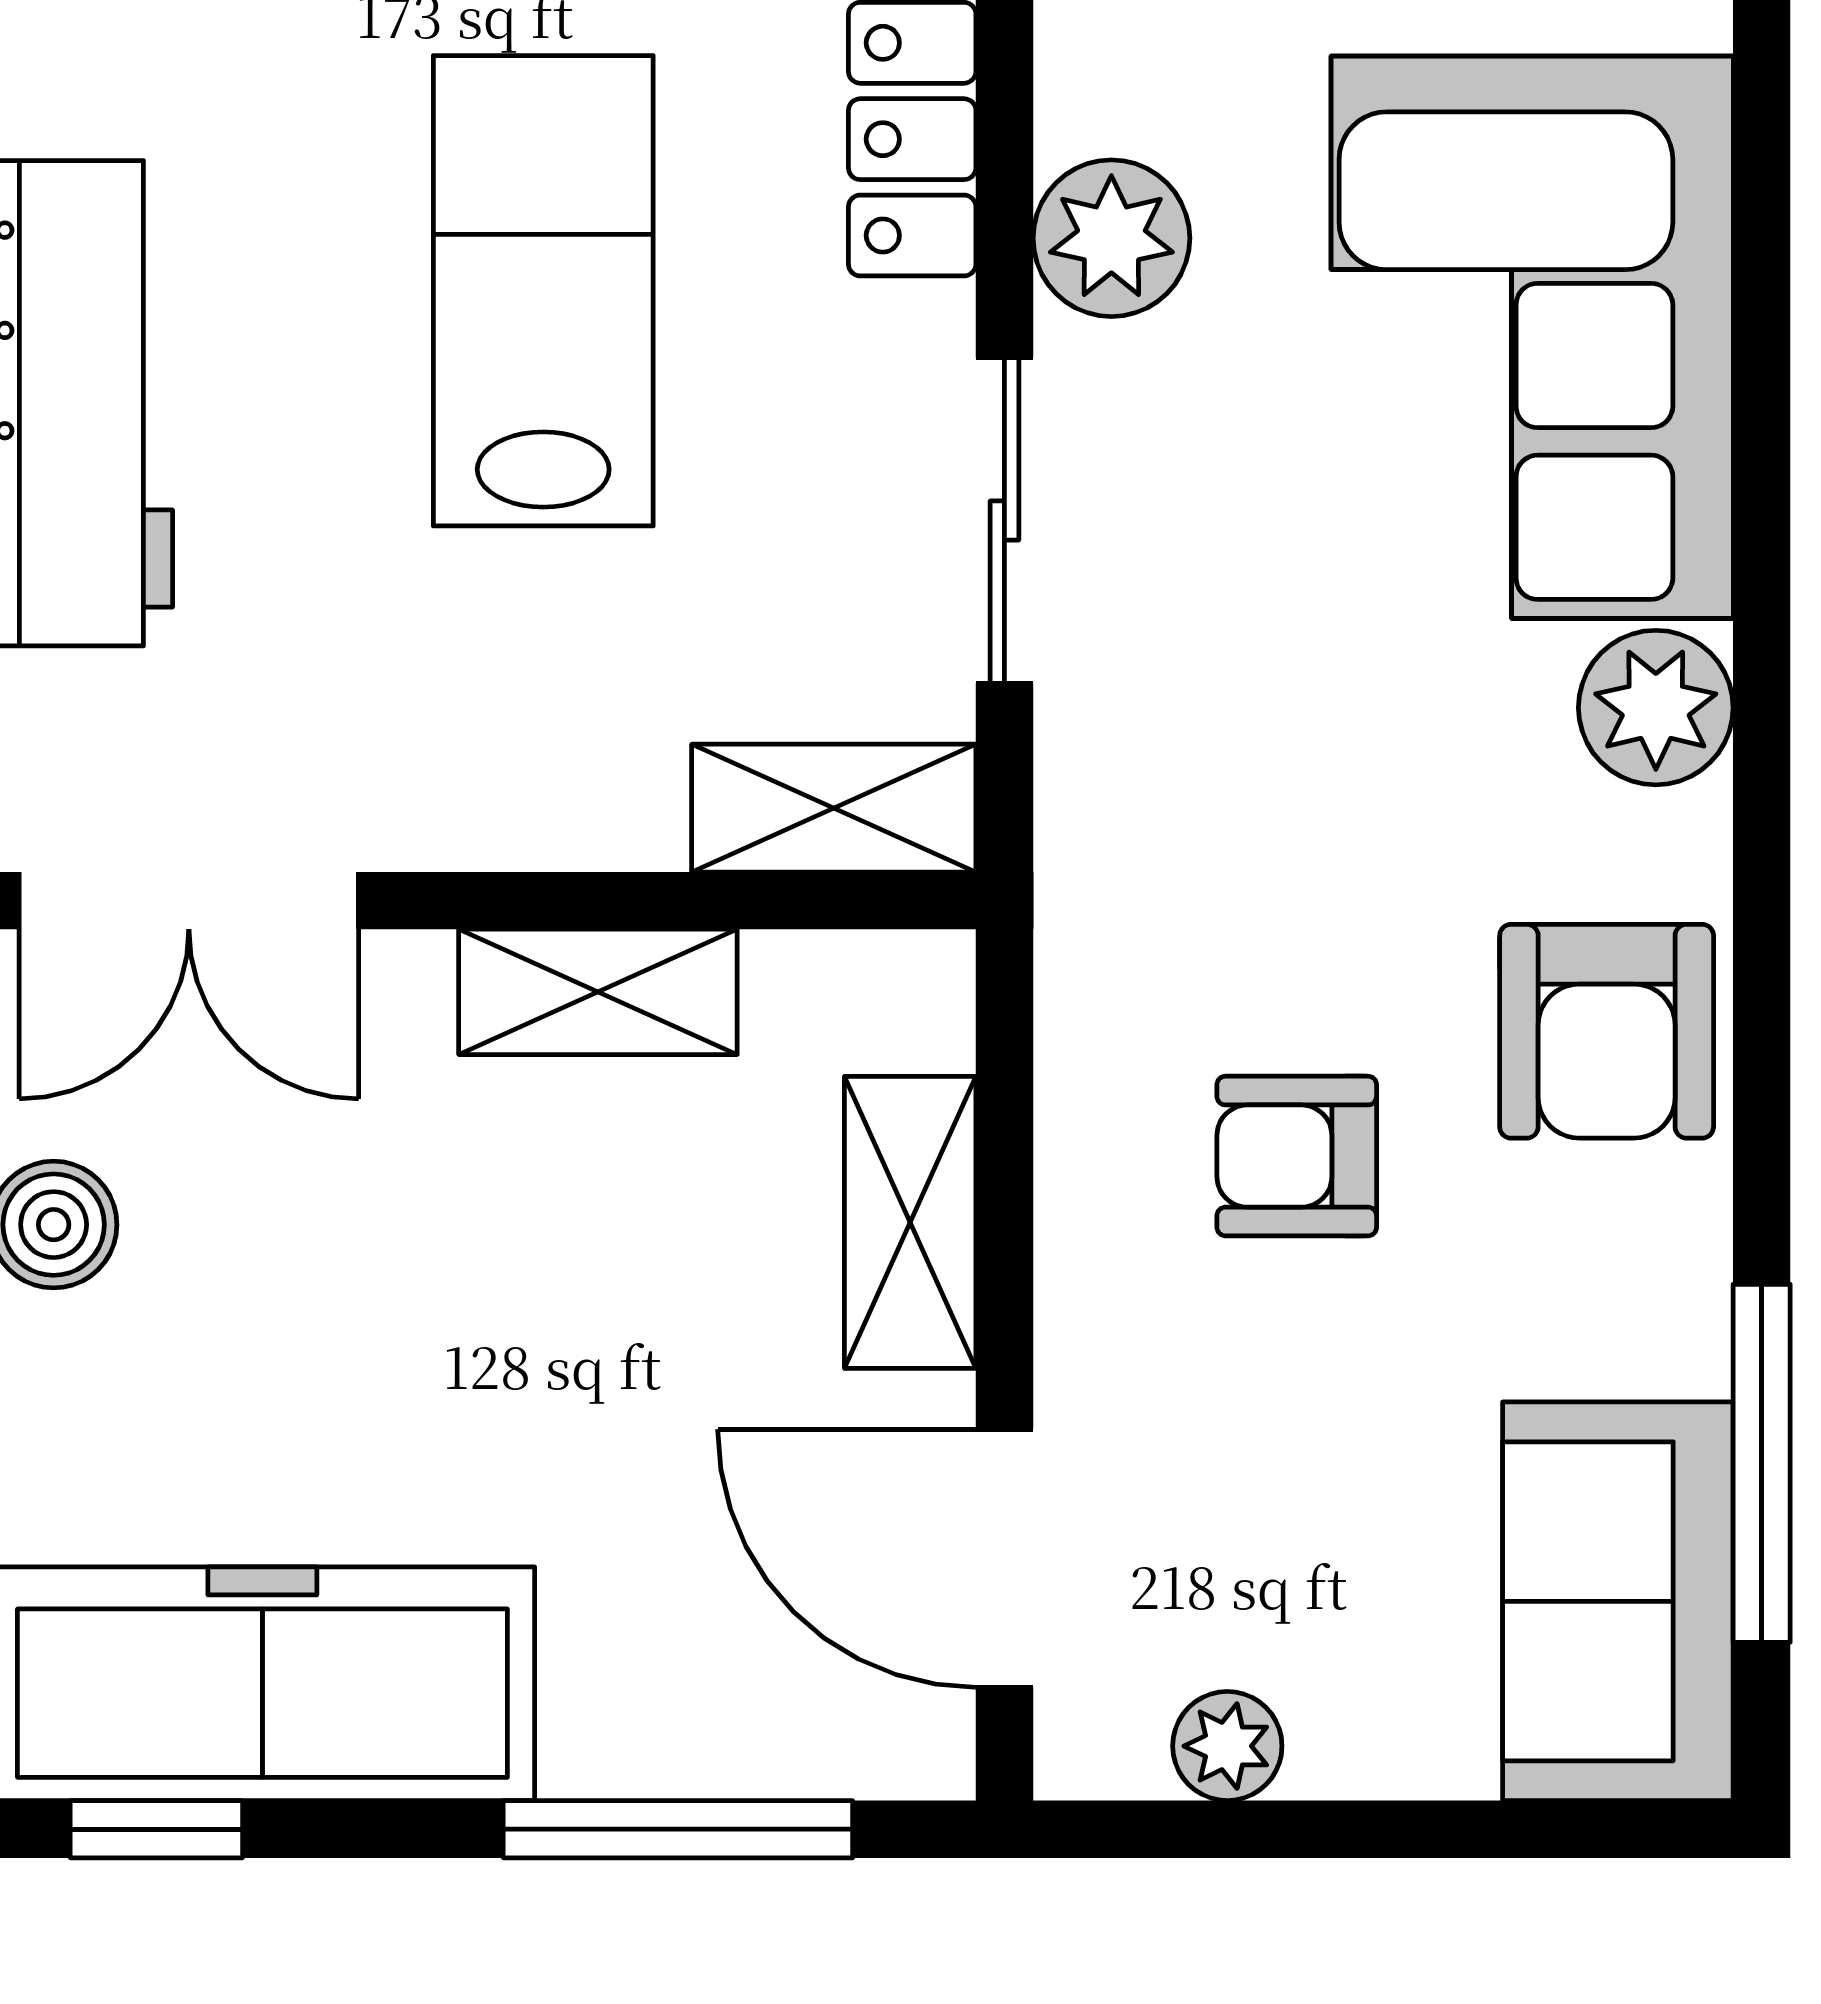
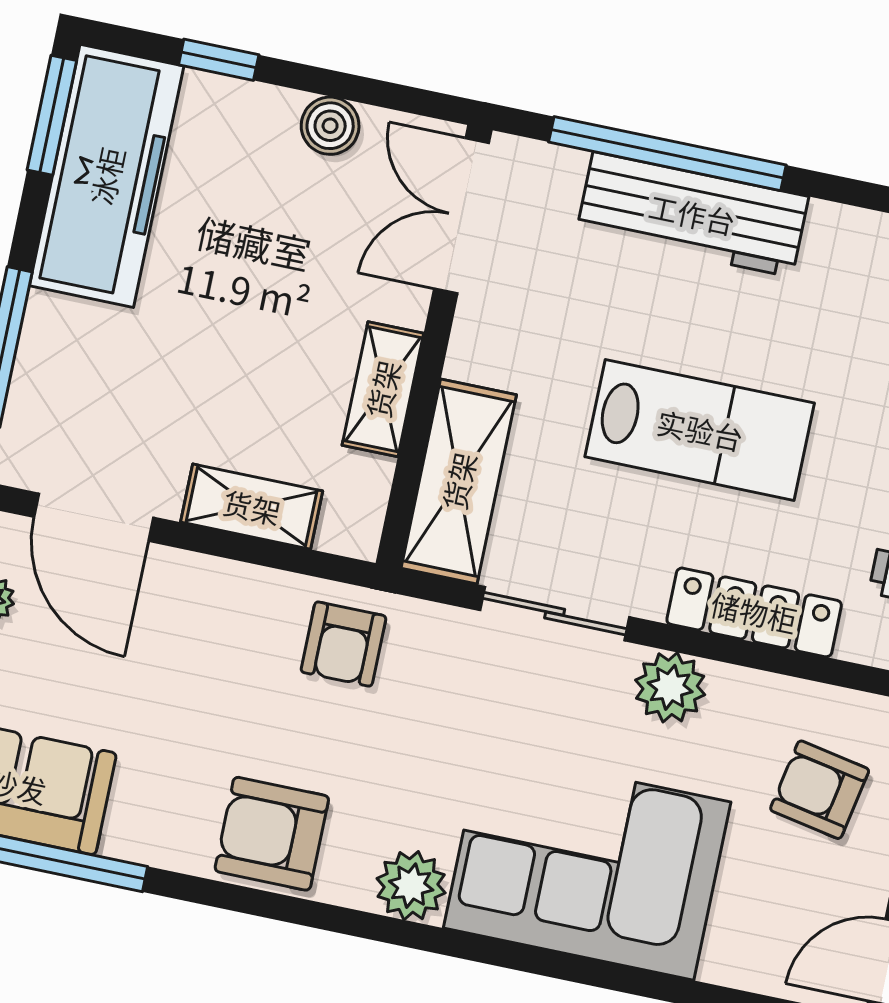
shelving: (834, 808) -> (459, 481), width x1.50, depth x1.33
armchair: (1297, 1156) -> (343, 644), moved, turned 180
door: (1004, 1558) -> (94, 517), swing flipped
window: (156, 1829) -> (52, 115), width x1.50

